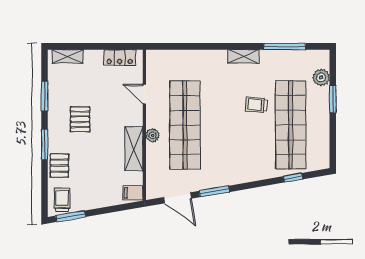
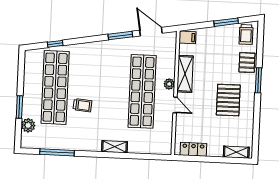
shelving: (243, 56) -> (115, 147), moved
door: (144, 94) -> (175, 105), moved
window: (45, 96) -> (257, 120), removed
pallet: (80, 119) -> (228, 100), width x1.50, depth x1.42
window: (71, 216) -> (226, 22), moved

